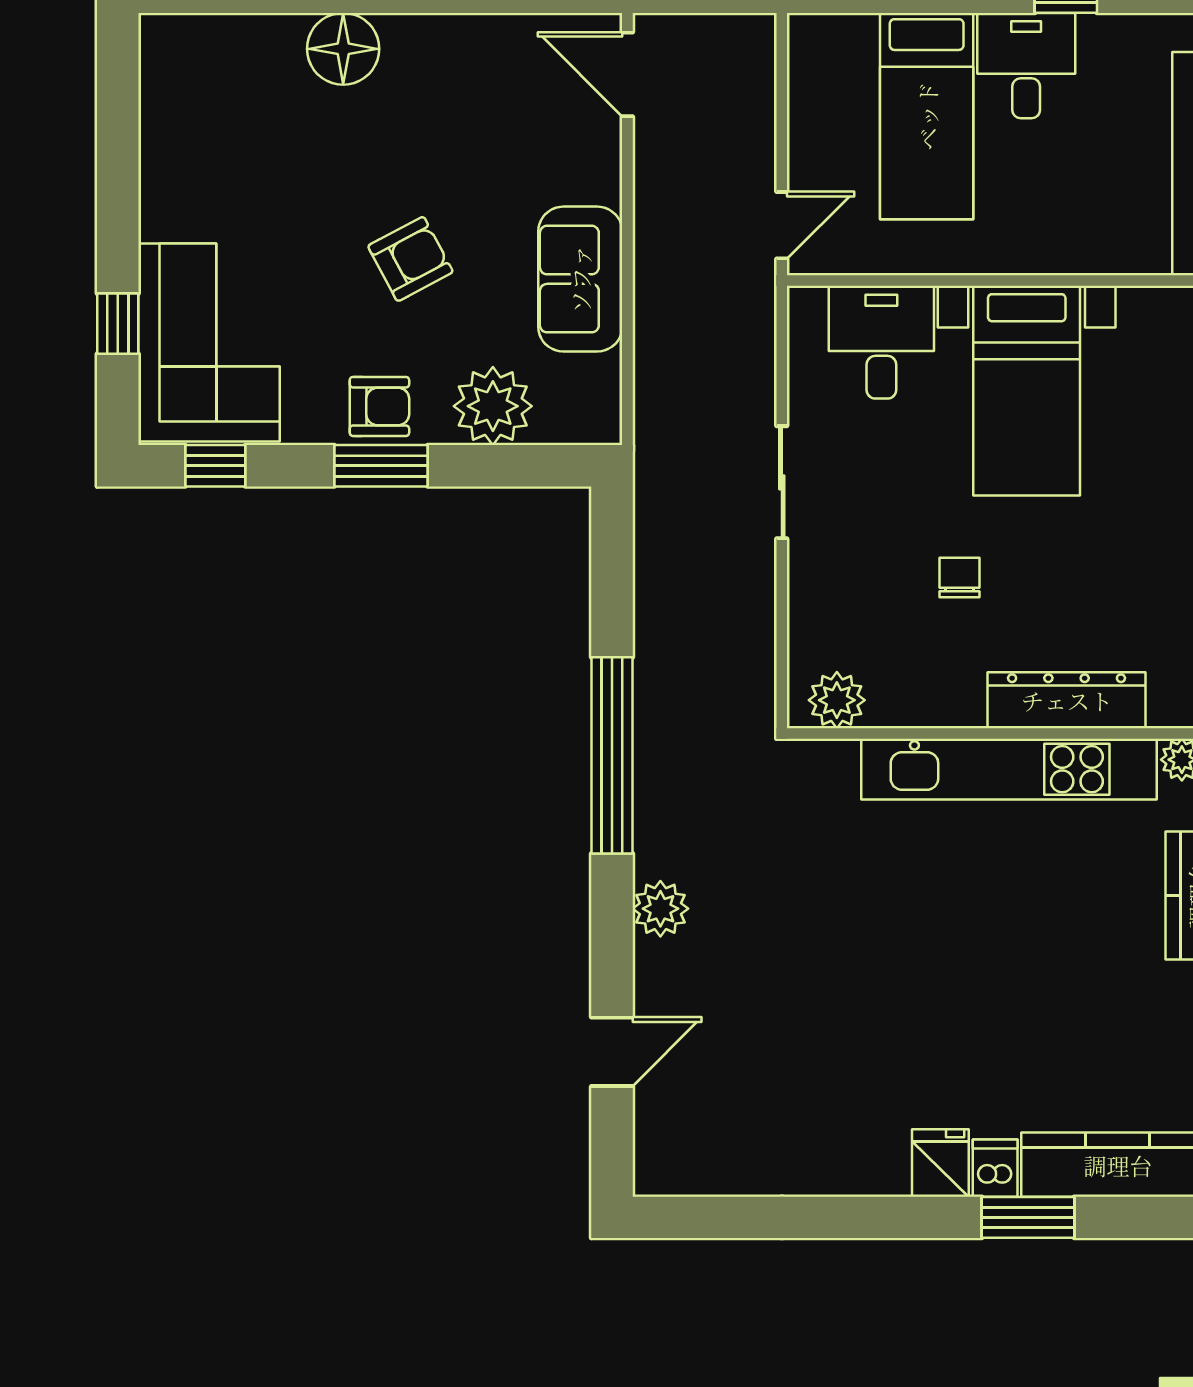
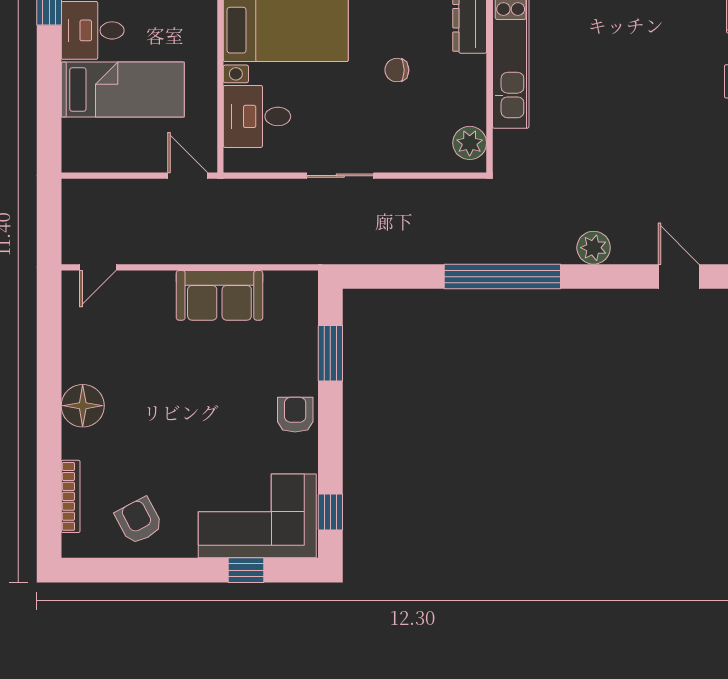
bookcase: (242, 28) -> (71, 496), added
floor lamp: (343, 49) -> (83, 406), moved
door: (627, 74) -> (98, 267), width x0.73
armchair: (410, 259) -> (139, 521), moved
plant: (493, 406) -> (295, 347), removed
window: (381, 466) -> (330, 353), moved

